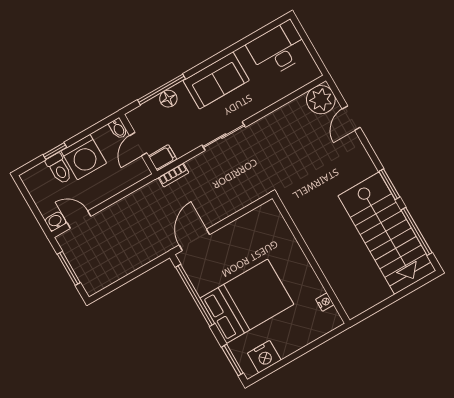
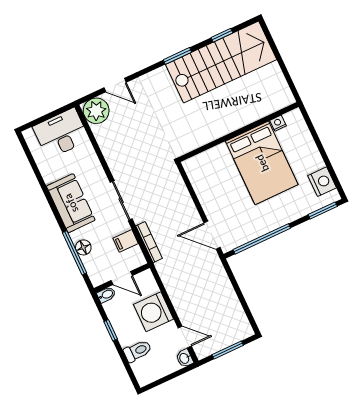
desk: (278, 49) -> (61, 133), moved, turned 90
window: (55, 151) -> (111, 330), moved
washing machine: (84, 157) -> (153, 312), moved, turned 180
filing cabinet: (163, 158) -> (126, 241), moved, turned -90
bookcase: (173, 175) -> (149, 242), width x1.56
door: (79, 220) -> (185, 337), swing flipped
window: (417, 231) -> (222, 35), width x0.46
bed: (247, 301) -> (262, 163), moved, turned 180

